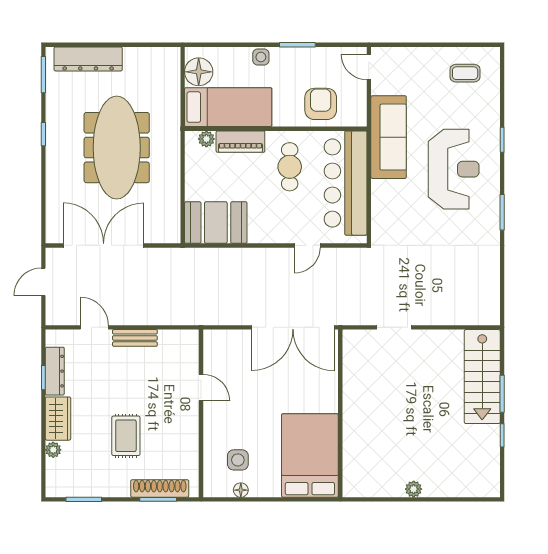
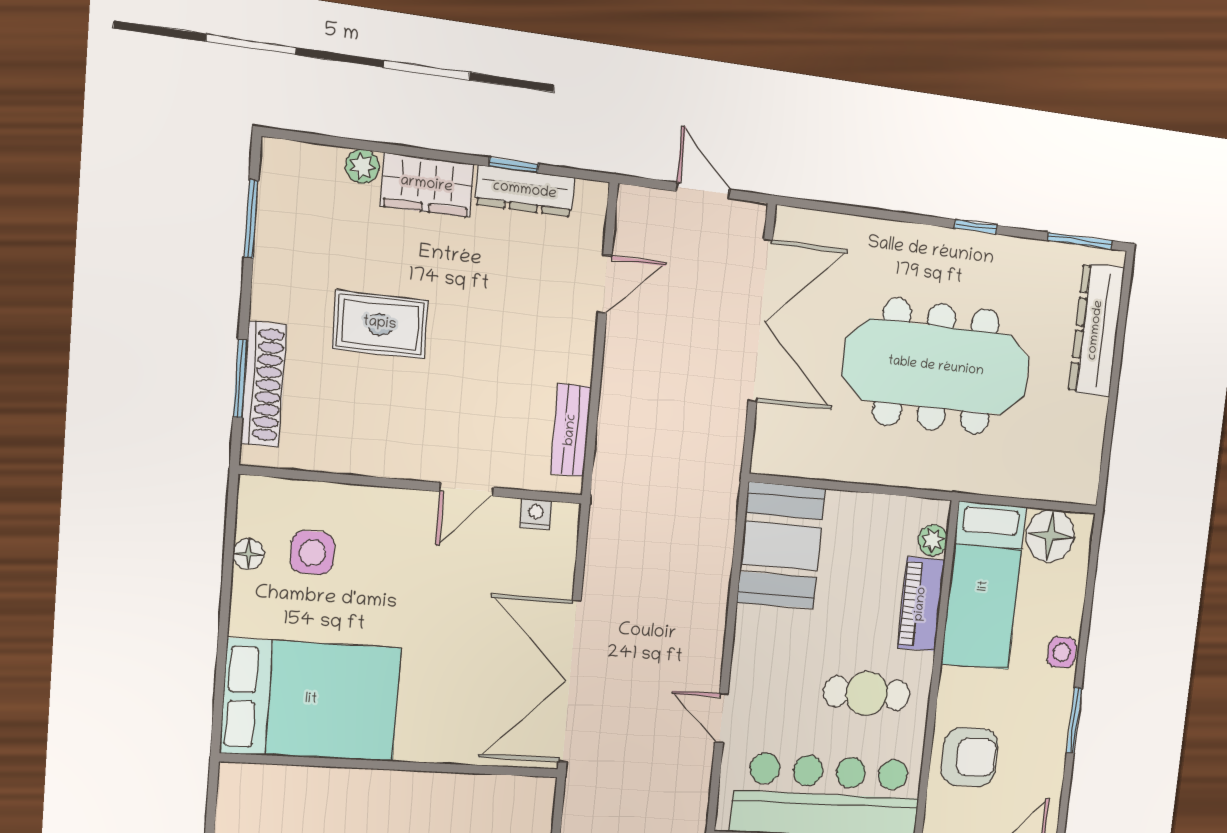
bench: (135, 338) -> (571, 430), moved
nightstand: (210, 352) -> (536, 514), added

